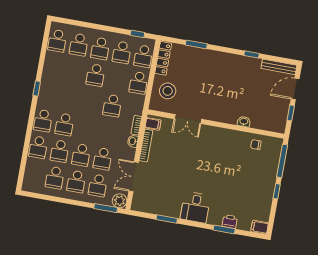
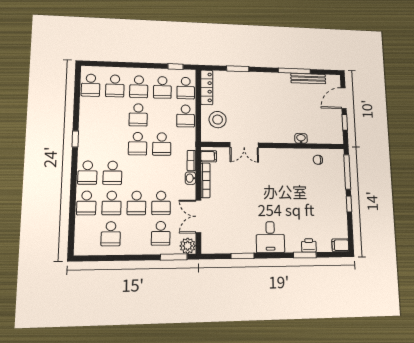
window: (252, 54) -> (294, 71), width x2.17
bench: (279, 67) -> (308, 79), moved
school desk: (76, 182) -> (138, 144), moved

